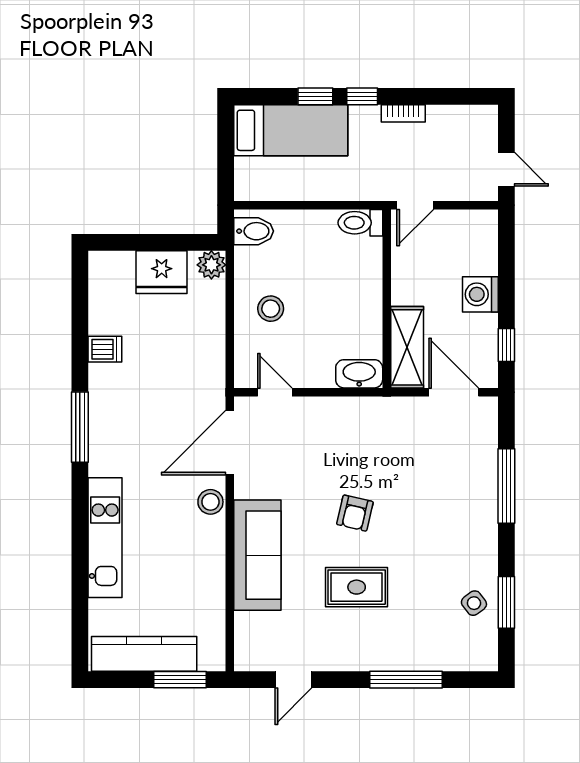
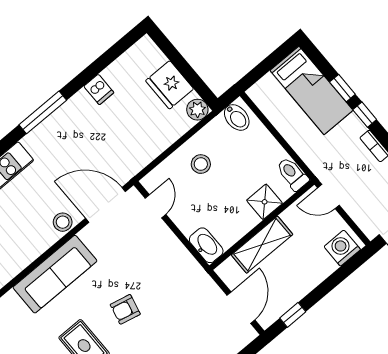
shower: (365, 276) -> (265, 202), added
washing machine: (480, 294) -> (342, 248), moved
shelving: (407, 347) -> (262, 245), moved

